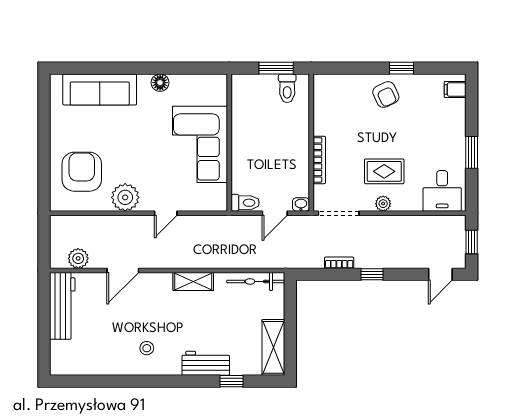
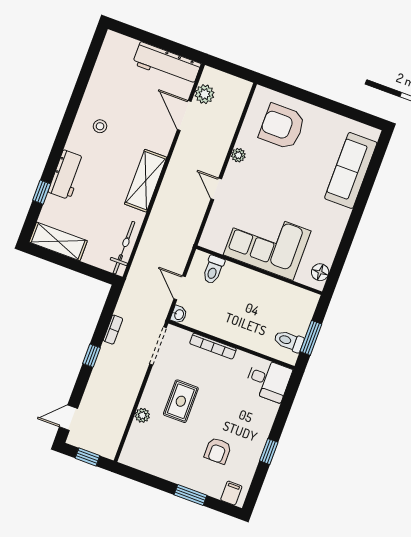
floor lamp: (160, 83) -> (320, 272), moved
armchair: (386, 95) -> (218, 451), moved, turned -65
window: (472, 152) -> (190, 495), moved
armchair: (82, 172) -> (282, 127), turned 180
desk: (442, 191) -> (268, 380), moved, turned 180
plant: (125, 197) -> (238, 155), width x0.53, depth x0.53
toilet: (245, 203) -> (213, 270), moved
plant: (383, 204) -> (142, 415), moved
door: (123, 270) -> (184, 115), moved
door: (440, 274) -> (69, 418), hinge flipped
shelving: (193, 281) -> (146, 181), width x1.50, depth x1.33

